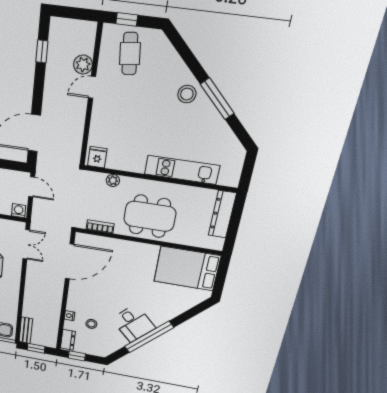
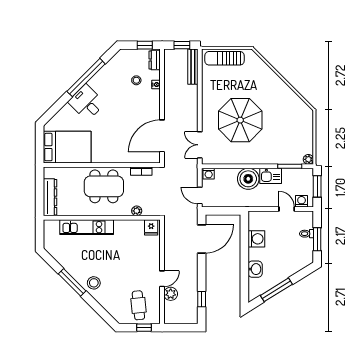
desk: (133, 323) -> (87, 103), moved
bench: (26, 330) -> (193, 67), width x1.36

